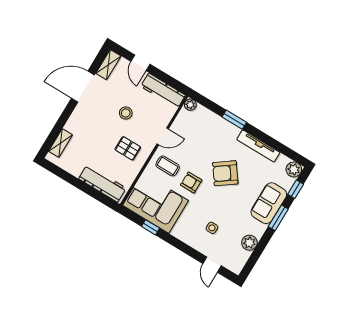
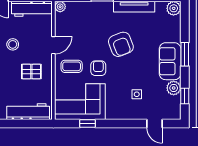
armchair: (225, 173) -> (121, 44), turned -75
armchair: (191, 183) -> (98, 68), turned 90
window: (296, 189) -> (185, 96), moved
sofa: (269, 203) -> (170, 61), moved

